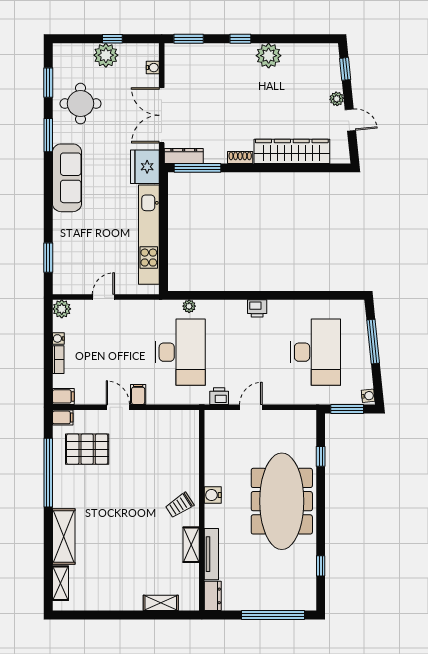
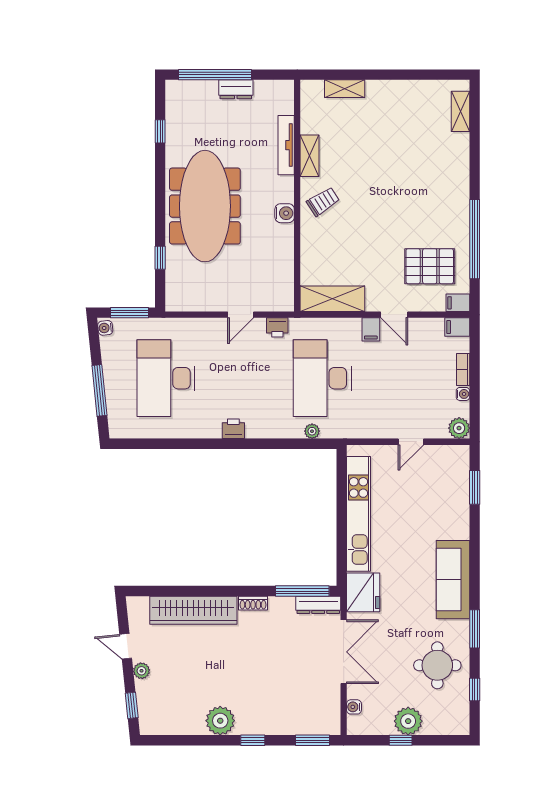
window: (48, 83) -> (475, 689), width x0.67
shelving: (64, 536) -> (332, 299), moved, turned 90
dresser: (213, 596) -> (236, 89), moved, turned -90

